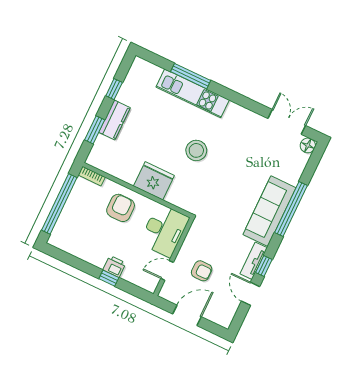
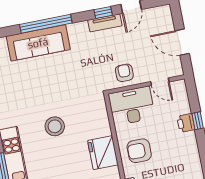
fridge: (154, 181) -> (103, 153), moved
sofa: (269, 211) -> (38, 43), moved
armchair: (202, 271) -> (124, 73), moved

